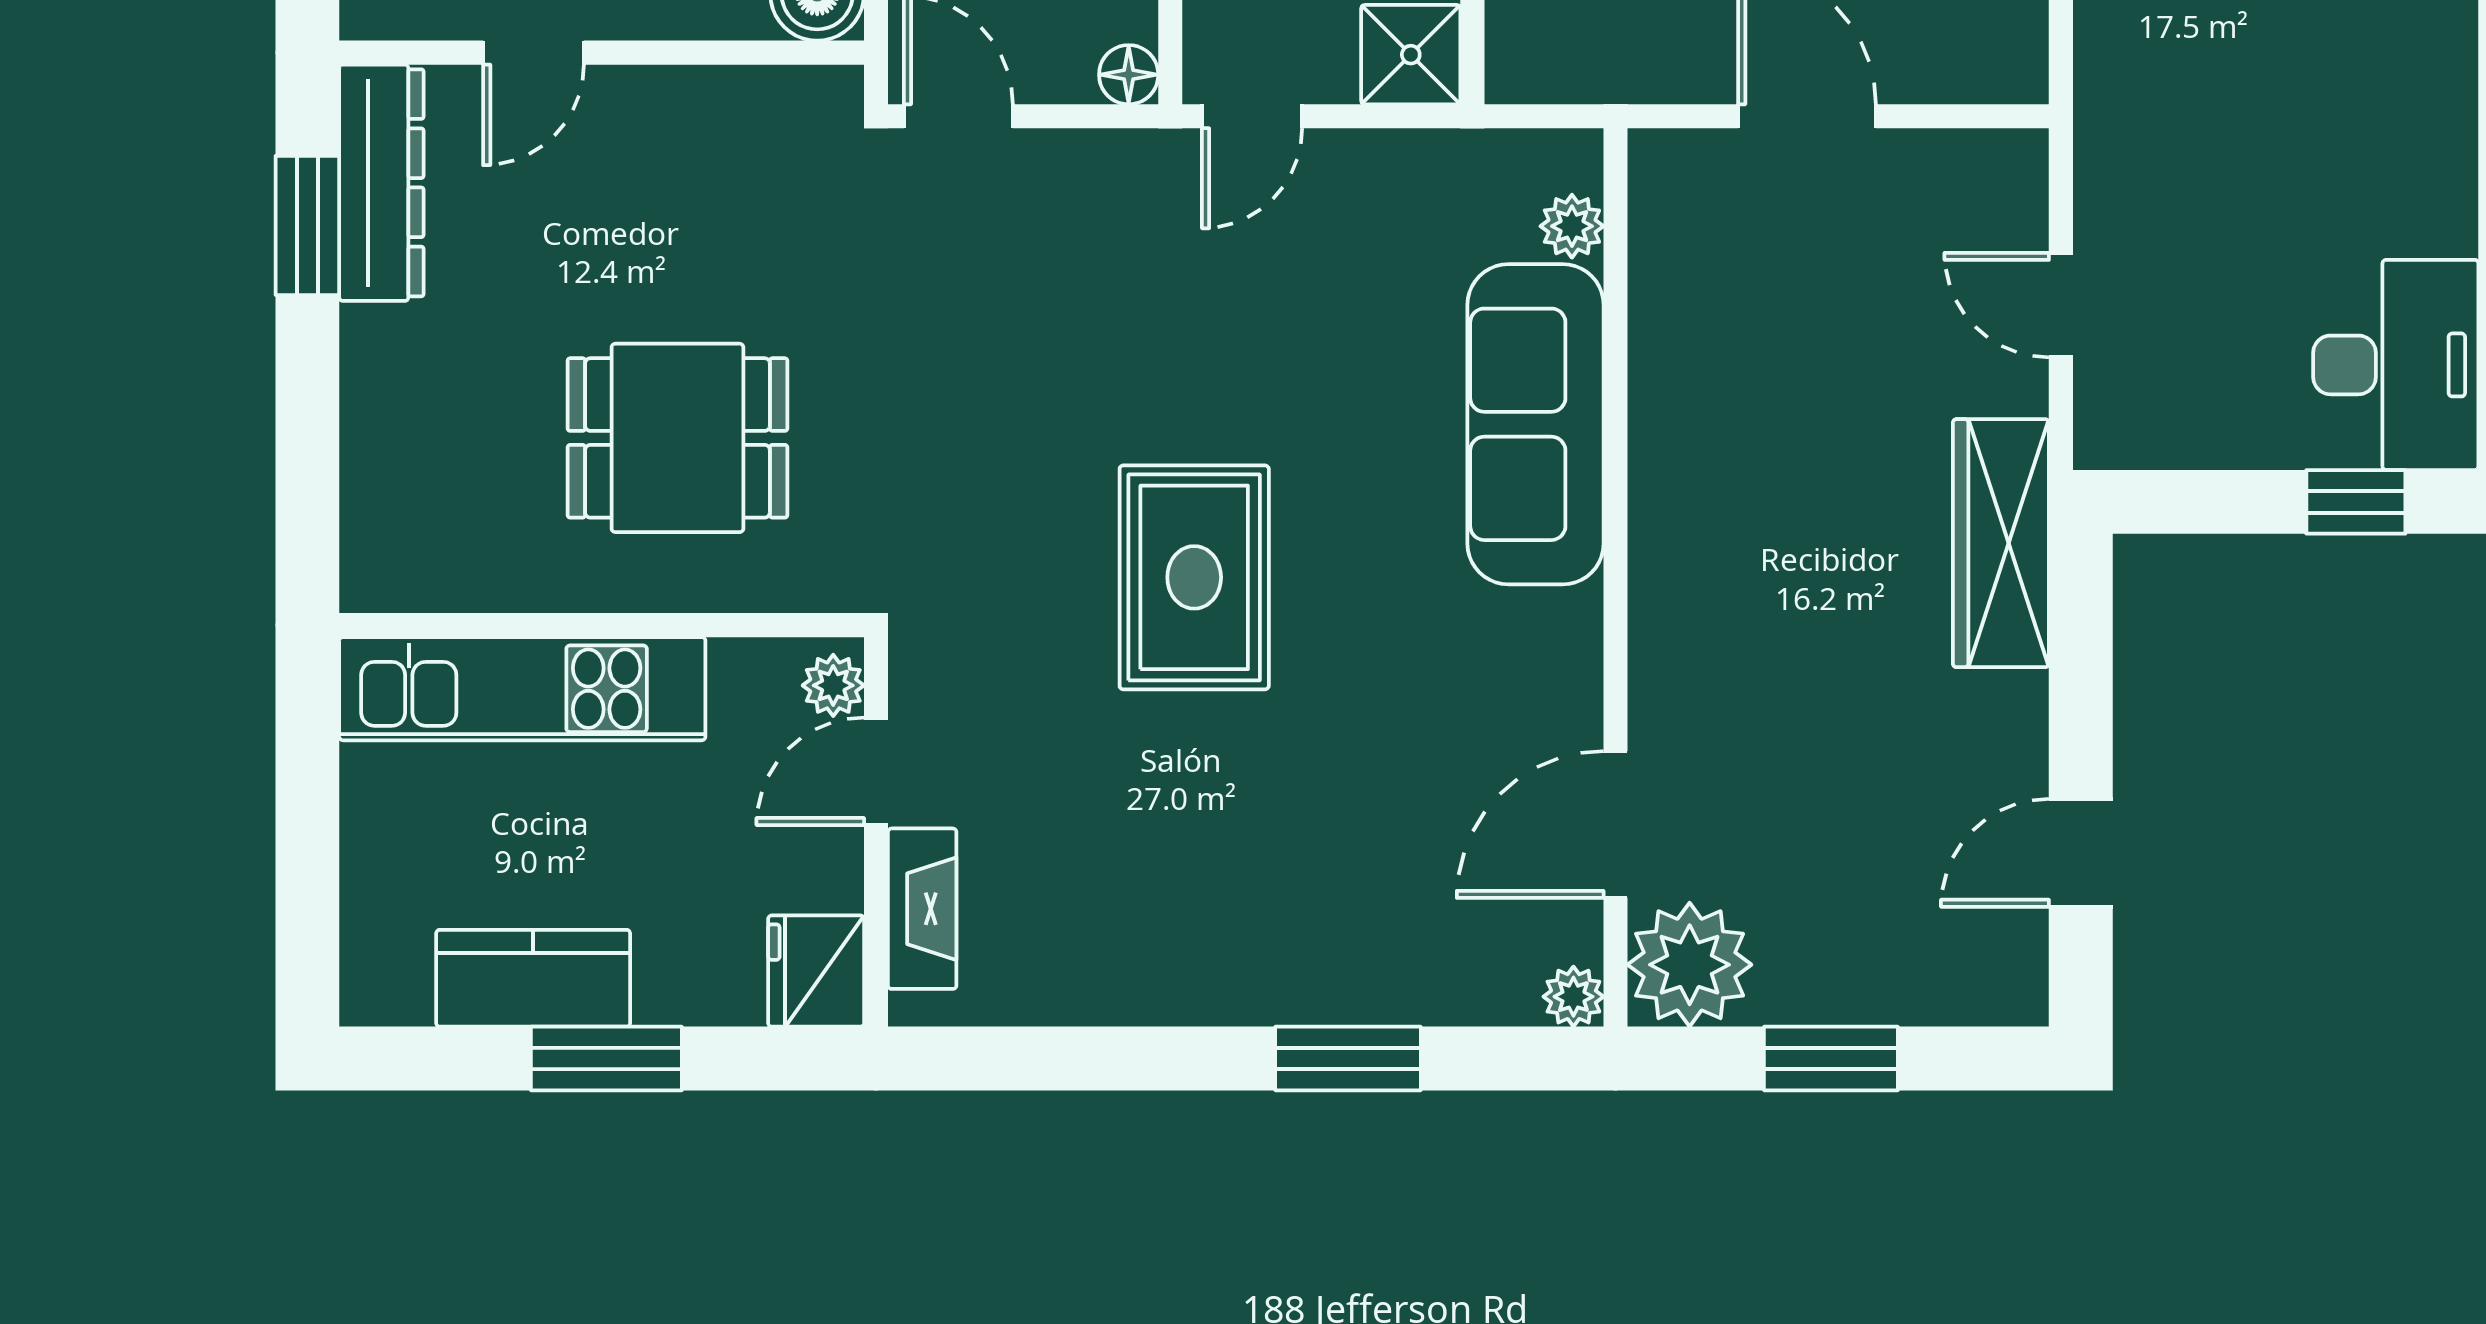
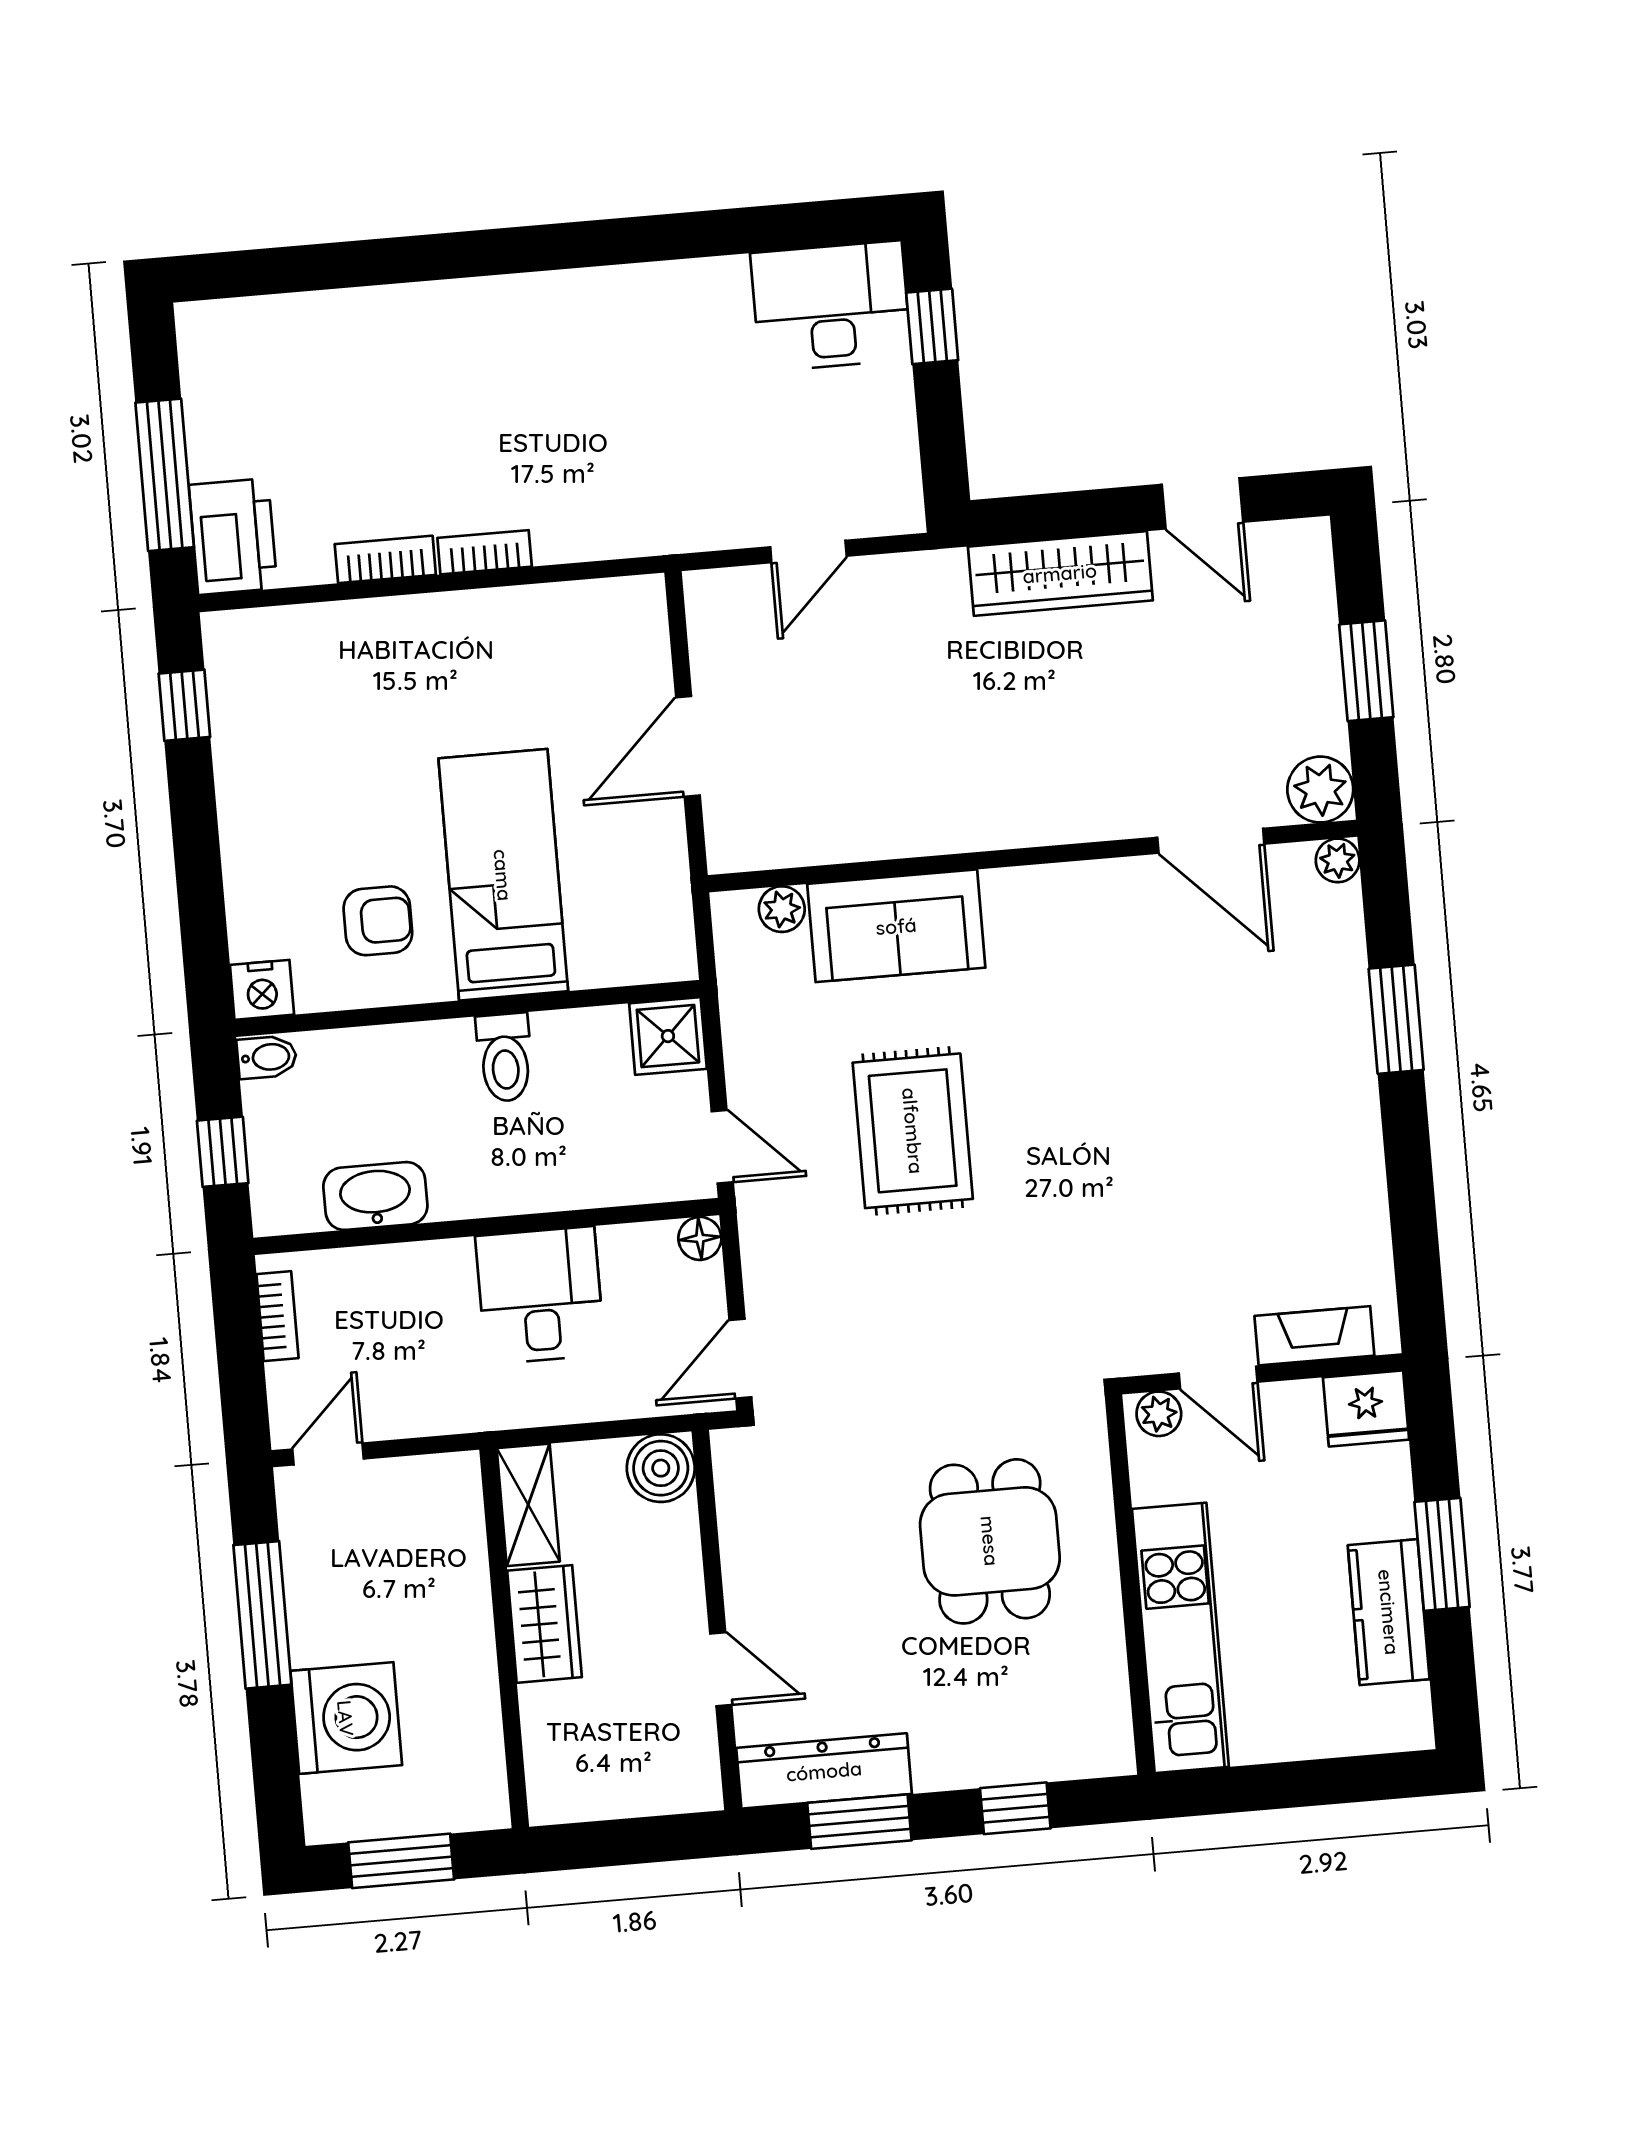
sofa: (1536, 424) -> (896, 926), width x0.73
window: (307, 441) -> (1015, 1808), added
wardrobe: (2001, 543) -> (1060, 573), moved
rug: (1194, 577) -> (913, 1131), moved, turned 90
plant: (1690, 965) -> (1320, 790), width x0.73, depth x0.73

